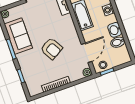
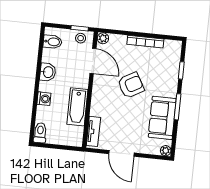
bidet: (118, 42) -> (53, 42), moved
armchair: (52, 49) -> (131, 85), turned 91
door: (87, 53) -> (93, 61), swing flipped

